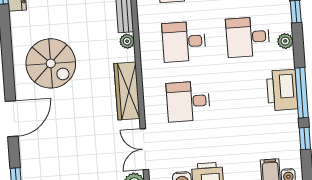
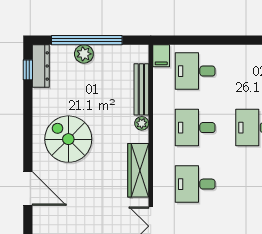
spiral stairs: (51, 63) -> (68, 139), turned 180
door: (12, 119) -> (28, 189), hinge flipped

